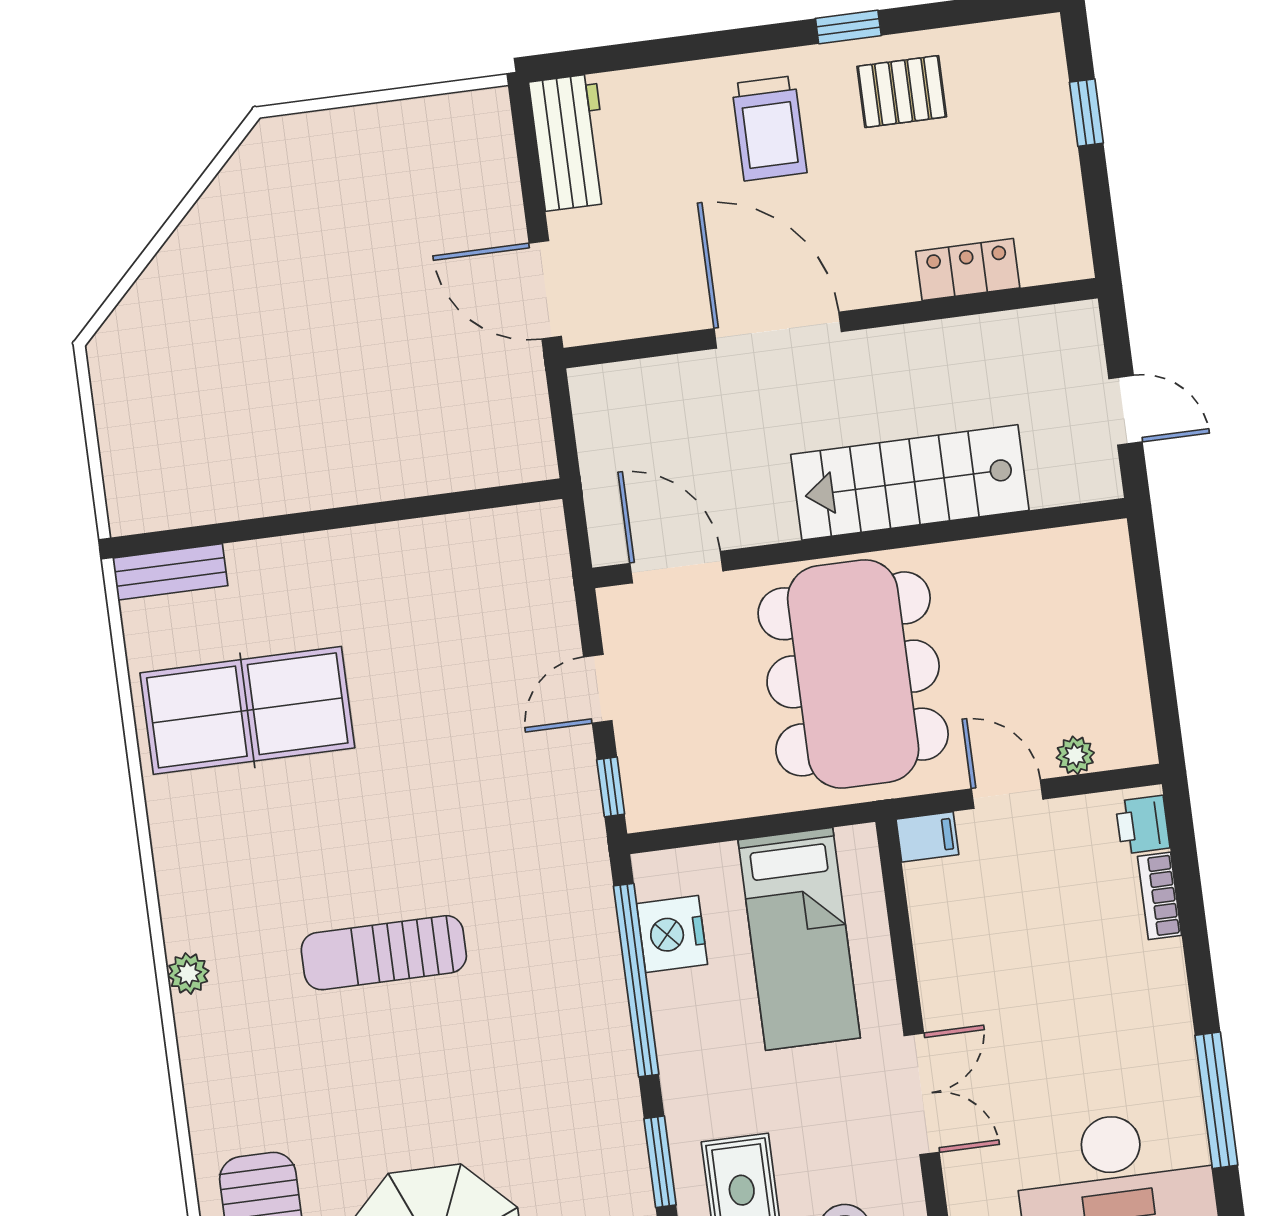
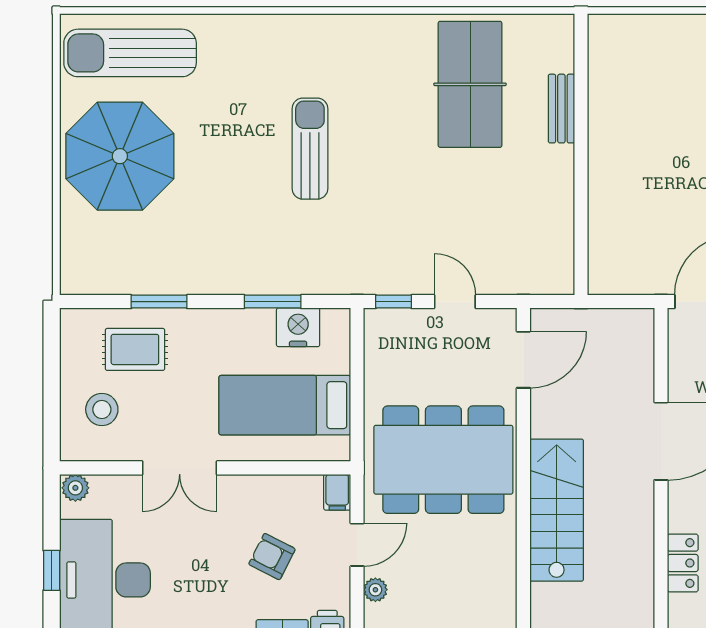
bench: (170, 572) -> (561, 109), moved
armchair: (1044, 928) -> (272, 557), added
plant: (188, 974) -> (313, 27), removed
window: (636, 980) -> (273, 302), width x0.47

